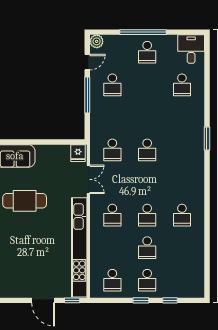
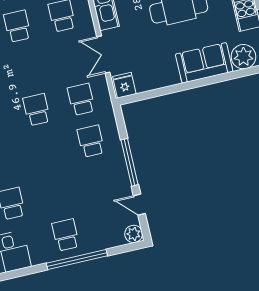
door: (87, 62) -> (139, 205), hinge flipped
school desk: (112, 85) -> (91, 141), moved

